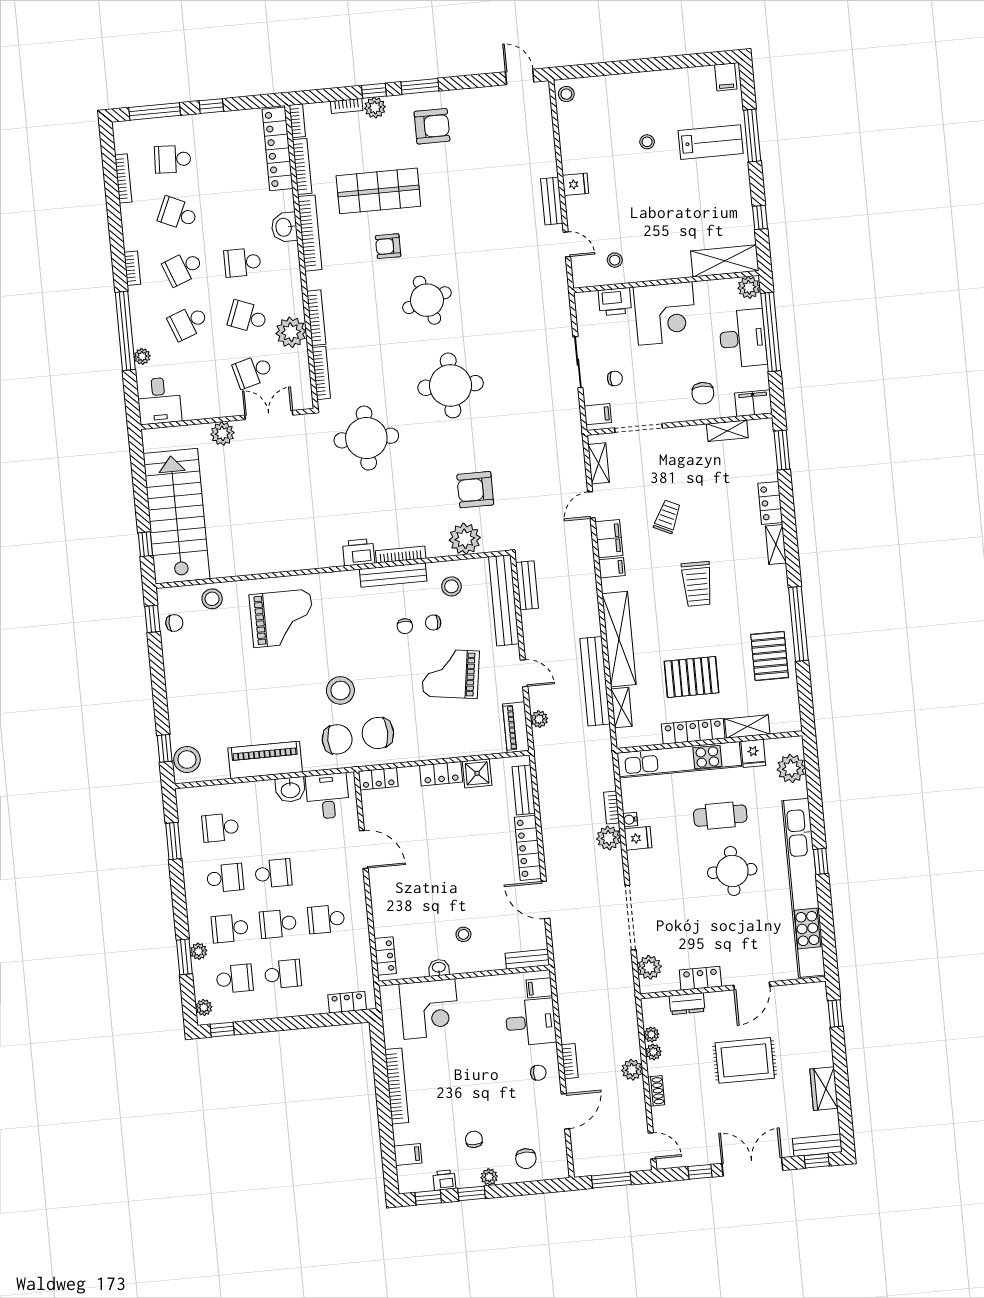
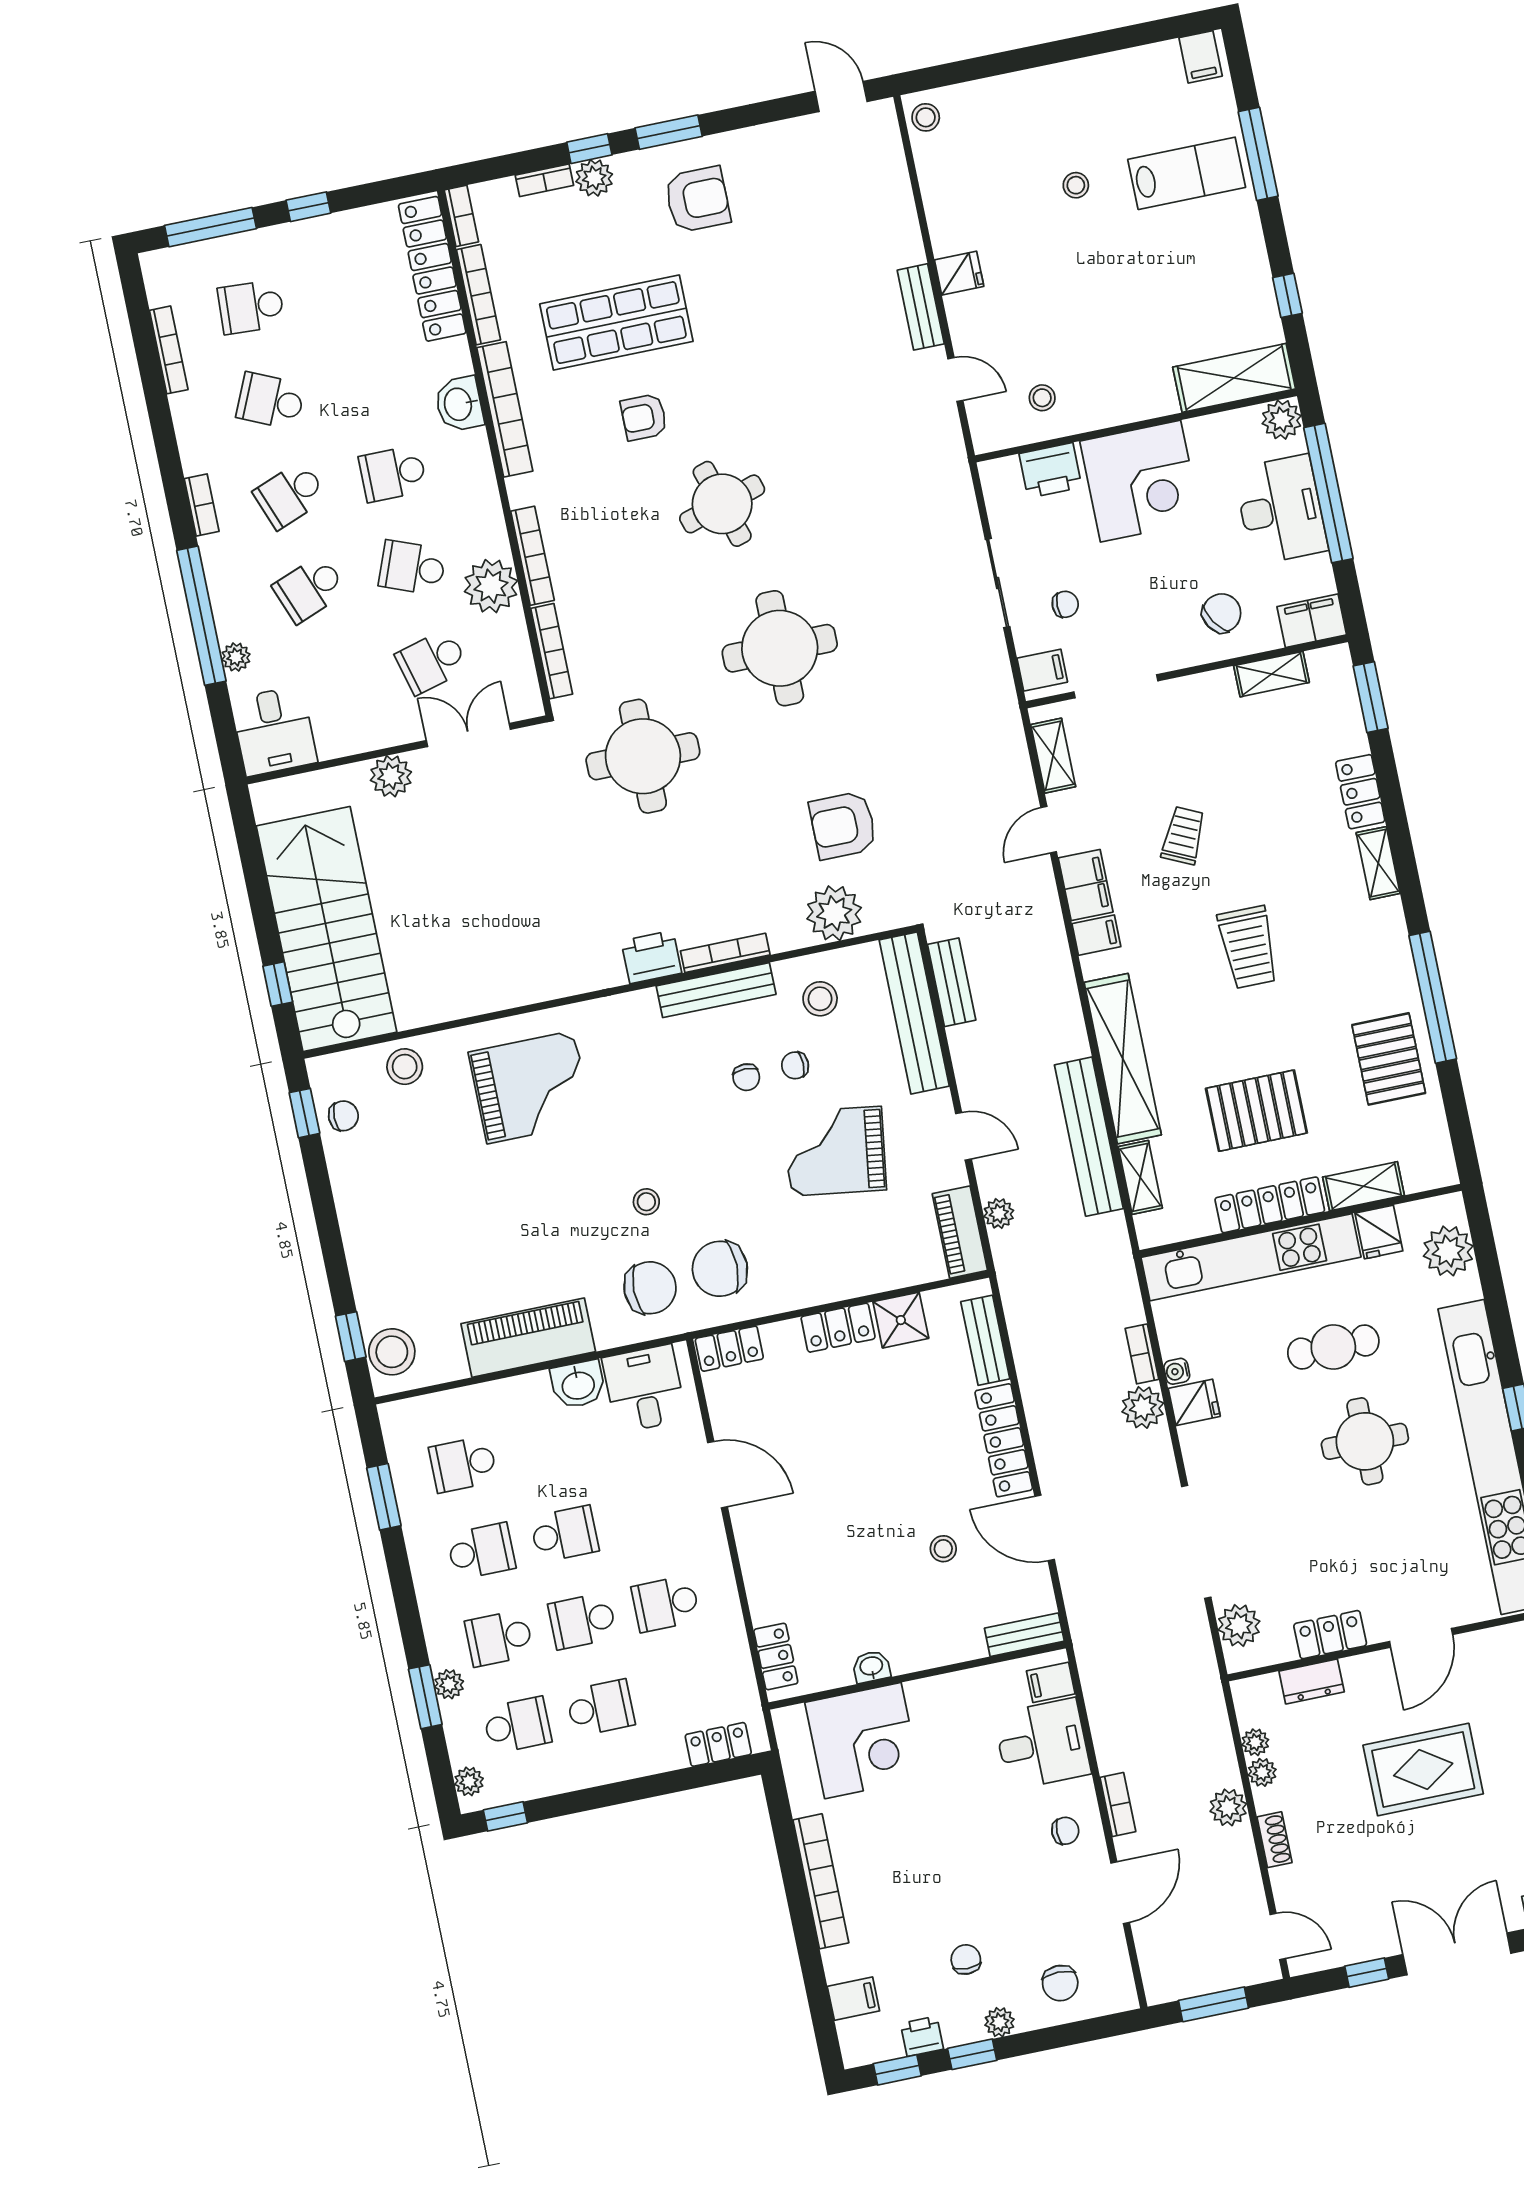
chair: (703, 393) -> (1222, 613), turned -123
stool: (340, 690) -> (646, 1202), width x0.53, depth x0.53
stool: (463, 934) -> (943, 1549), moved

